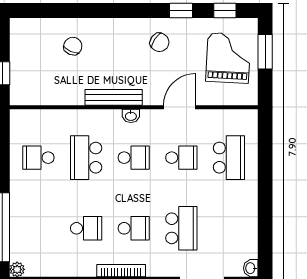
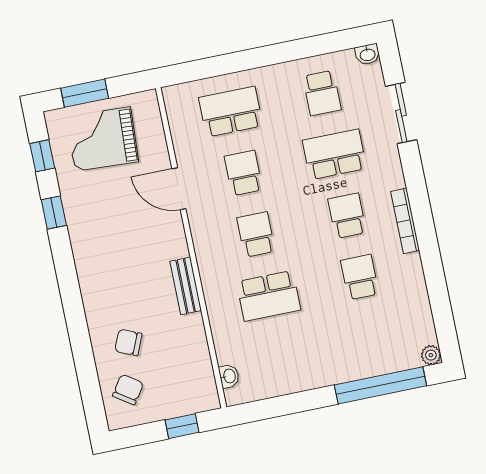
chair: (159, 42) -> (128, 390), moved
bench: (114, 97) -> (186, 286), width x0.73
washbasin: (131, 116) -> (229, 376), moved
school desk: (38, 158) -> (322, 93), moved

